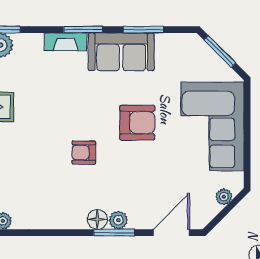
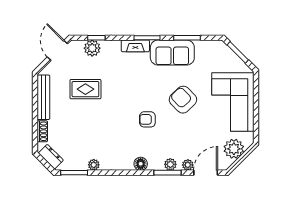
armchair: (137, 123) -> (183, 100), turned -134
plant: (224, 197) -> (234, 149), width x1.87, depth x1.87
floor lamp: (97, 219) -> (141, 164), moved
plant: (144, 221) -> (188, 165), added

